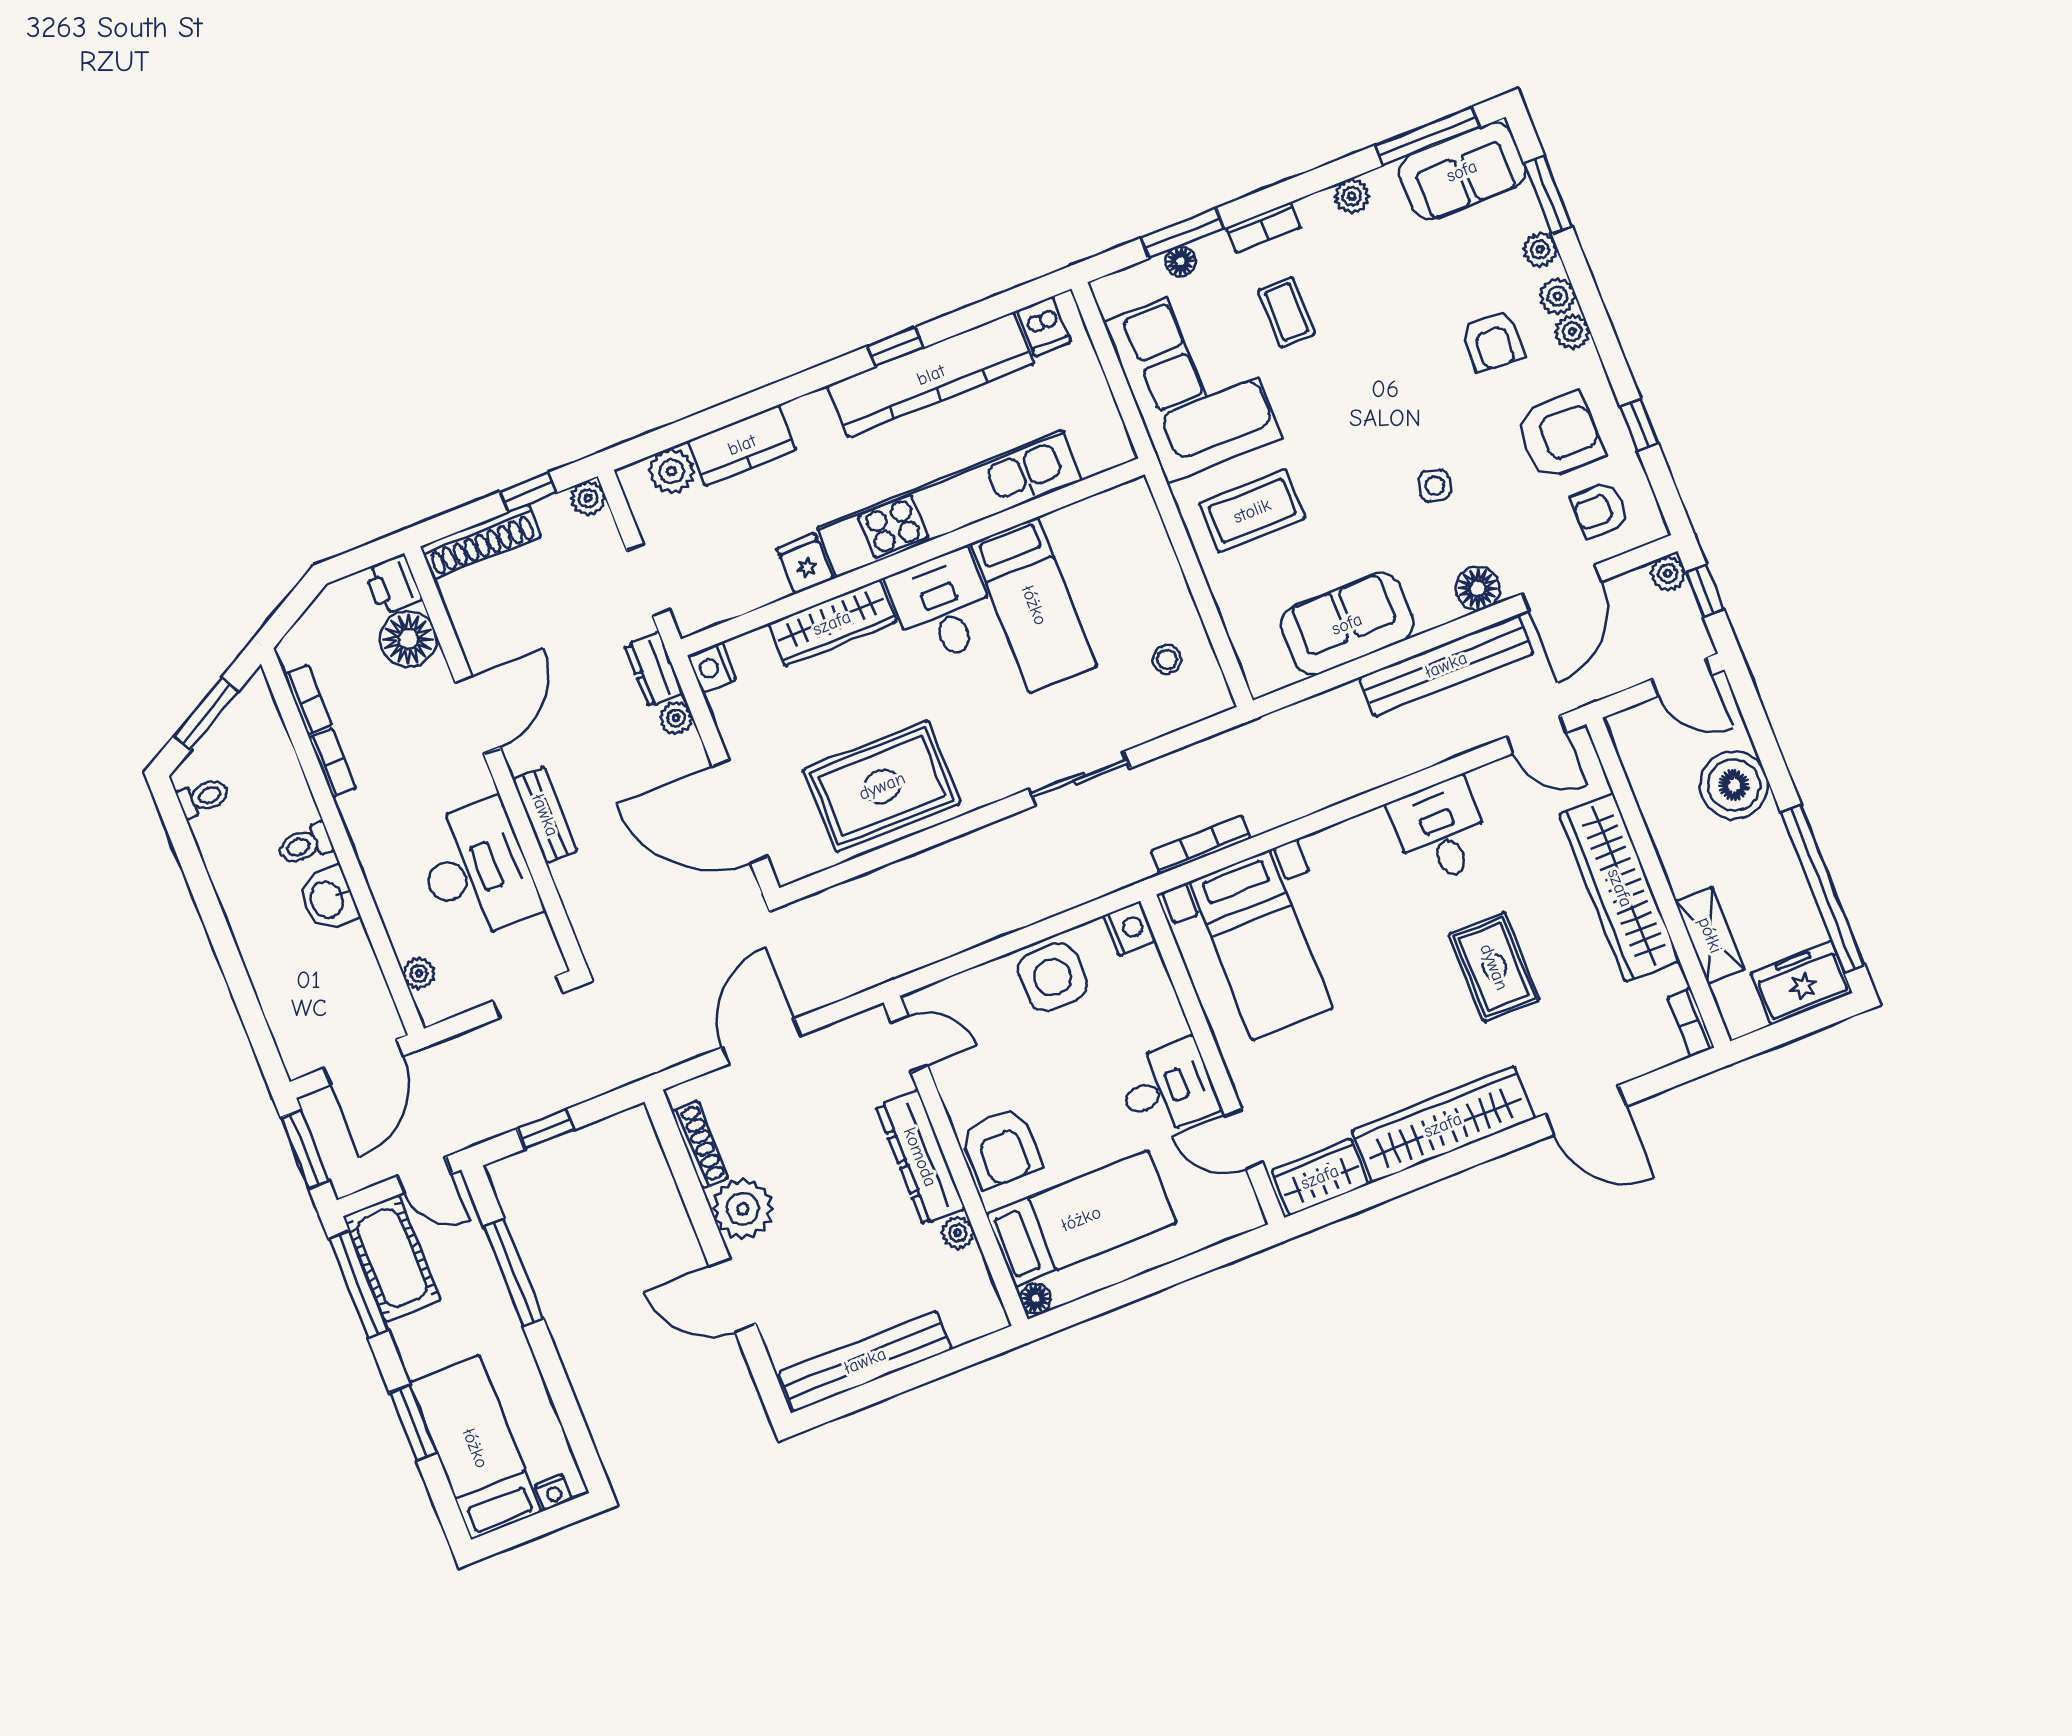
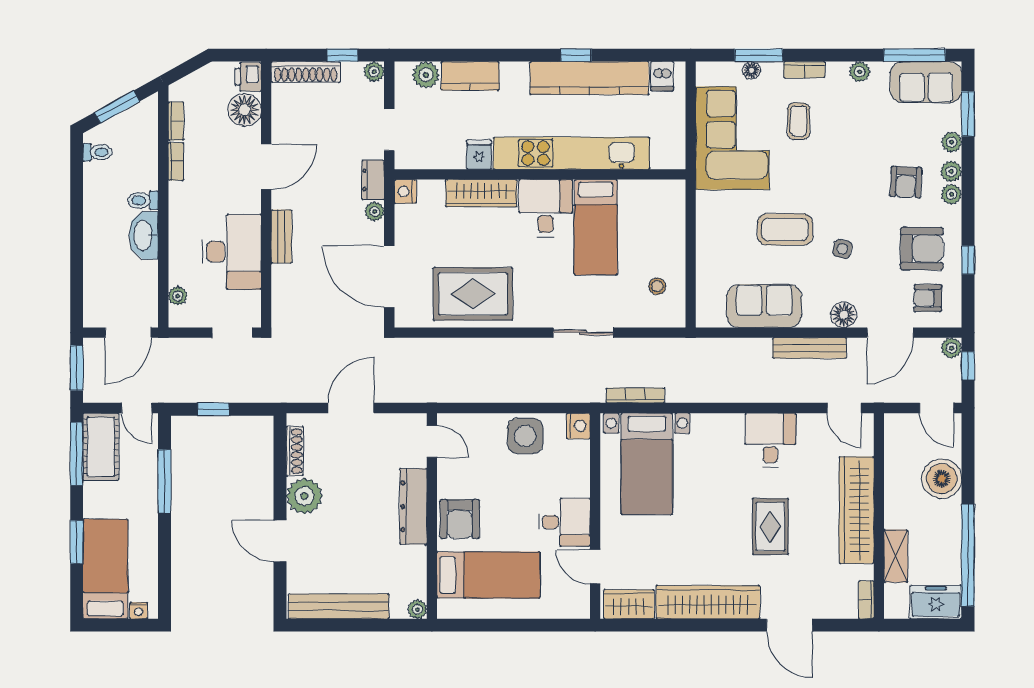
coffee table: (1252, 511) -> (785, 229), moved
bench: (1446, 665) -> (810, 348), width x0.73, depth x0.82
washbasin: (328, 899) -> (144, 235), width x1.38
plant: (958, 1233) -> (417, 609), moved
floor lamp: (1036, 1299) -> (446, 609), removed

